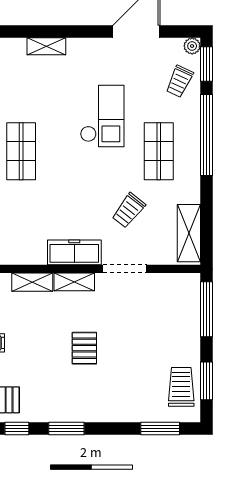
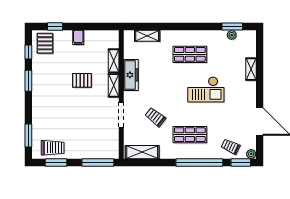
checkout: (102, 116) -> (206, 89), moved
freezer: (74, 252) -> (131, 75), moved
pallet: (84, 348) -> (82, 80), moved

